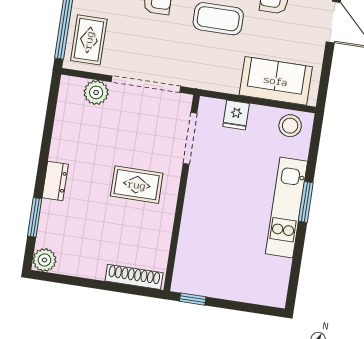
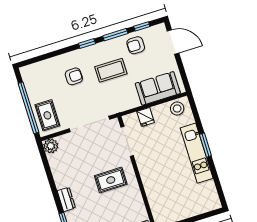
plant: (96, 92) -> (51, 146), moved

